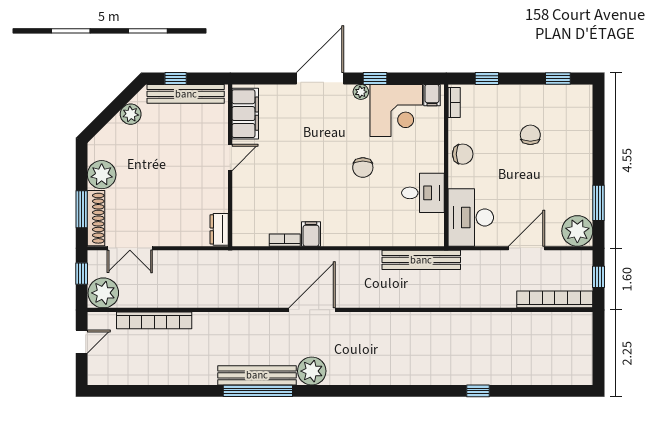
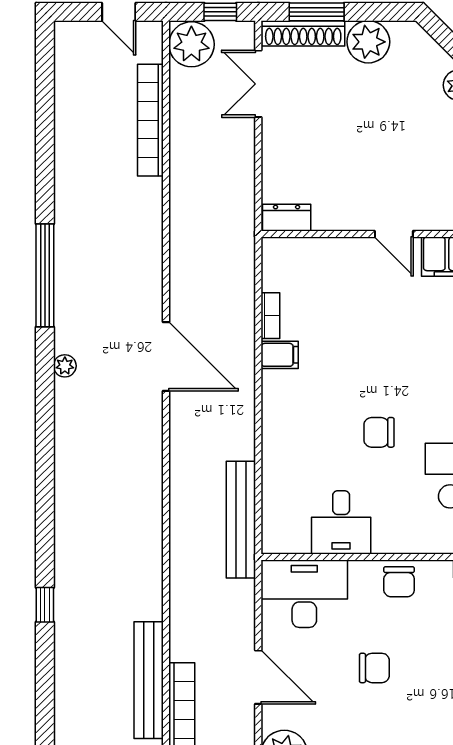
chair: (530, 135) -> (374, 668), moved
plant: (312, 371) -> (65, 366), width x0.53, depth x0.53
bench: (257, 375) -> (149, 680), moved

